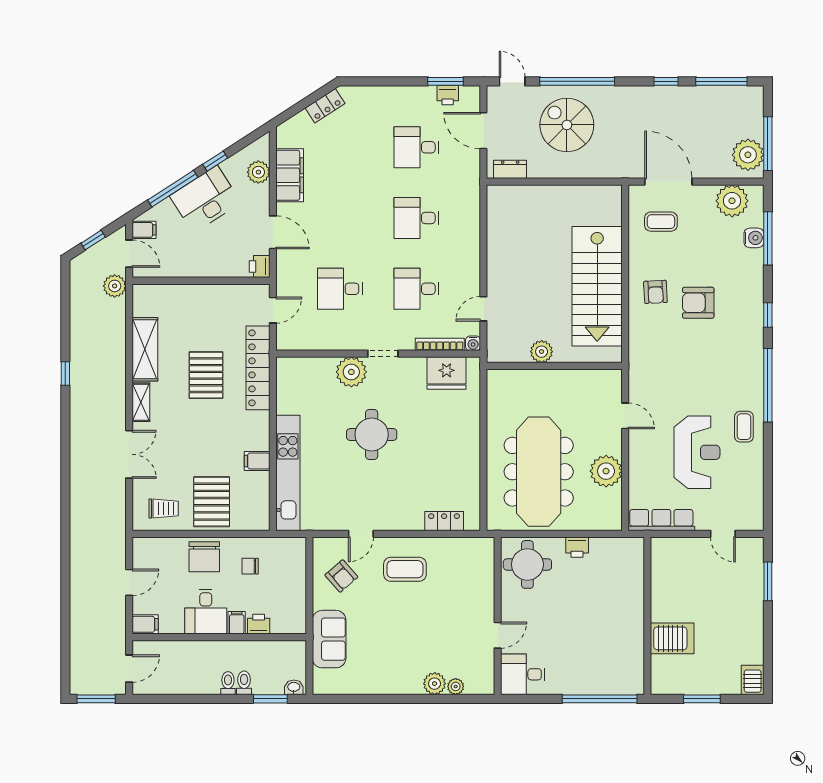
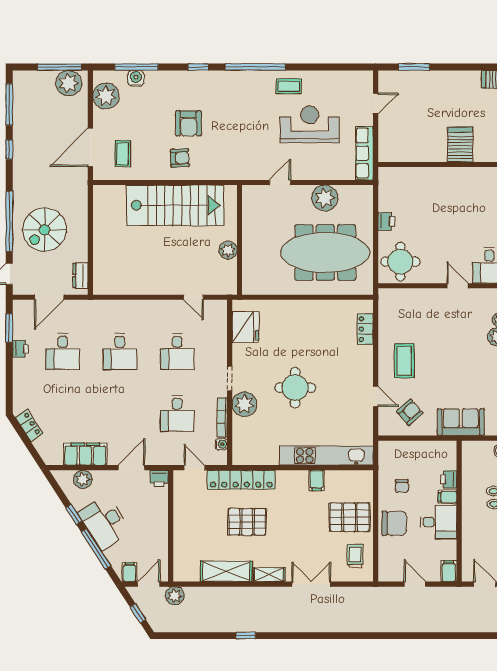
printer: (448, 95) -> (20, 349), moved
water cooler: (473, 343) -> (221, 444), moved
bookcase: (440, 344) -> (222, 417), moved

